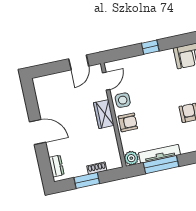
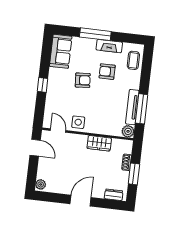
plant: (40, 82) -> (41, 184), added
wardrobe: (104, 114) -> (99, 143), moved
armchair: (128, 122) -> (83, 80), moved, turned 86

